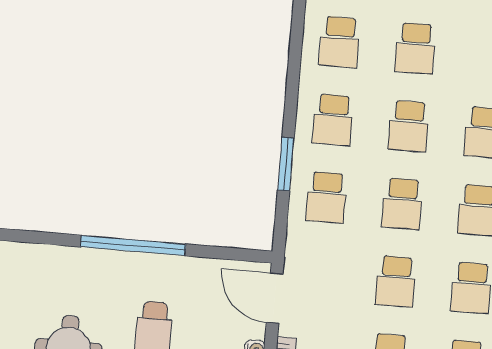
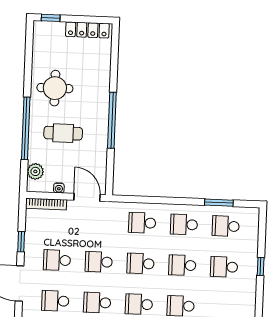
window: (286, 164) -> (219, 203), moved
door: (275, 298) -> (87, 197), hinge flipped

